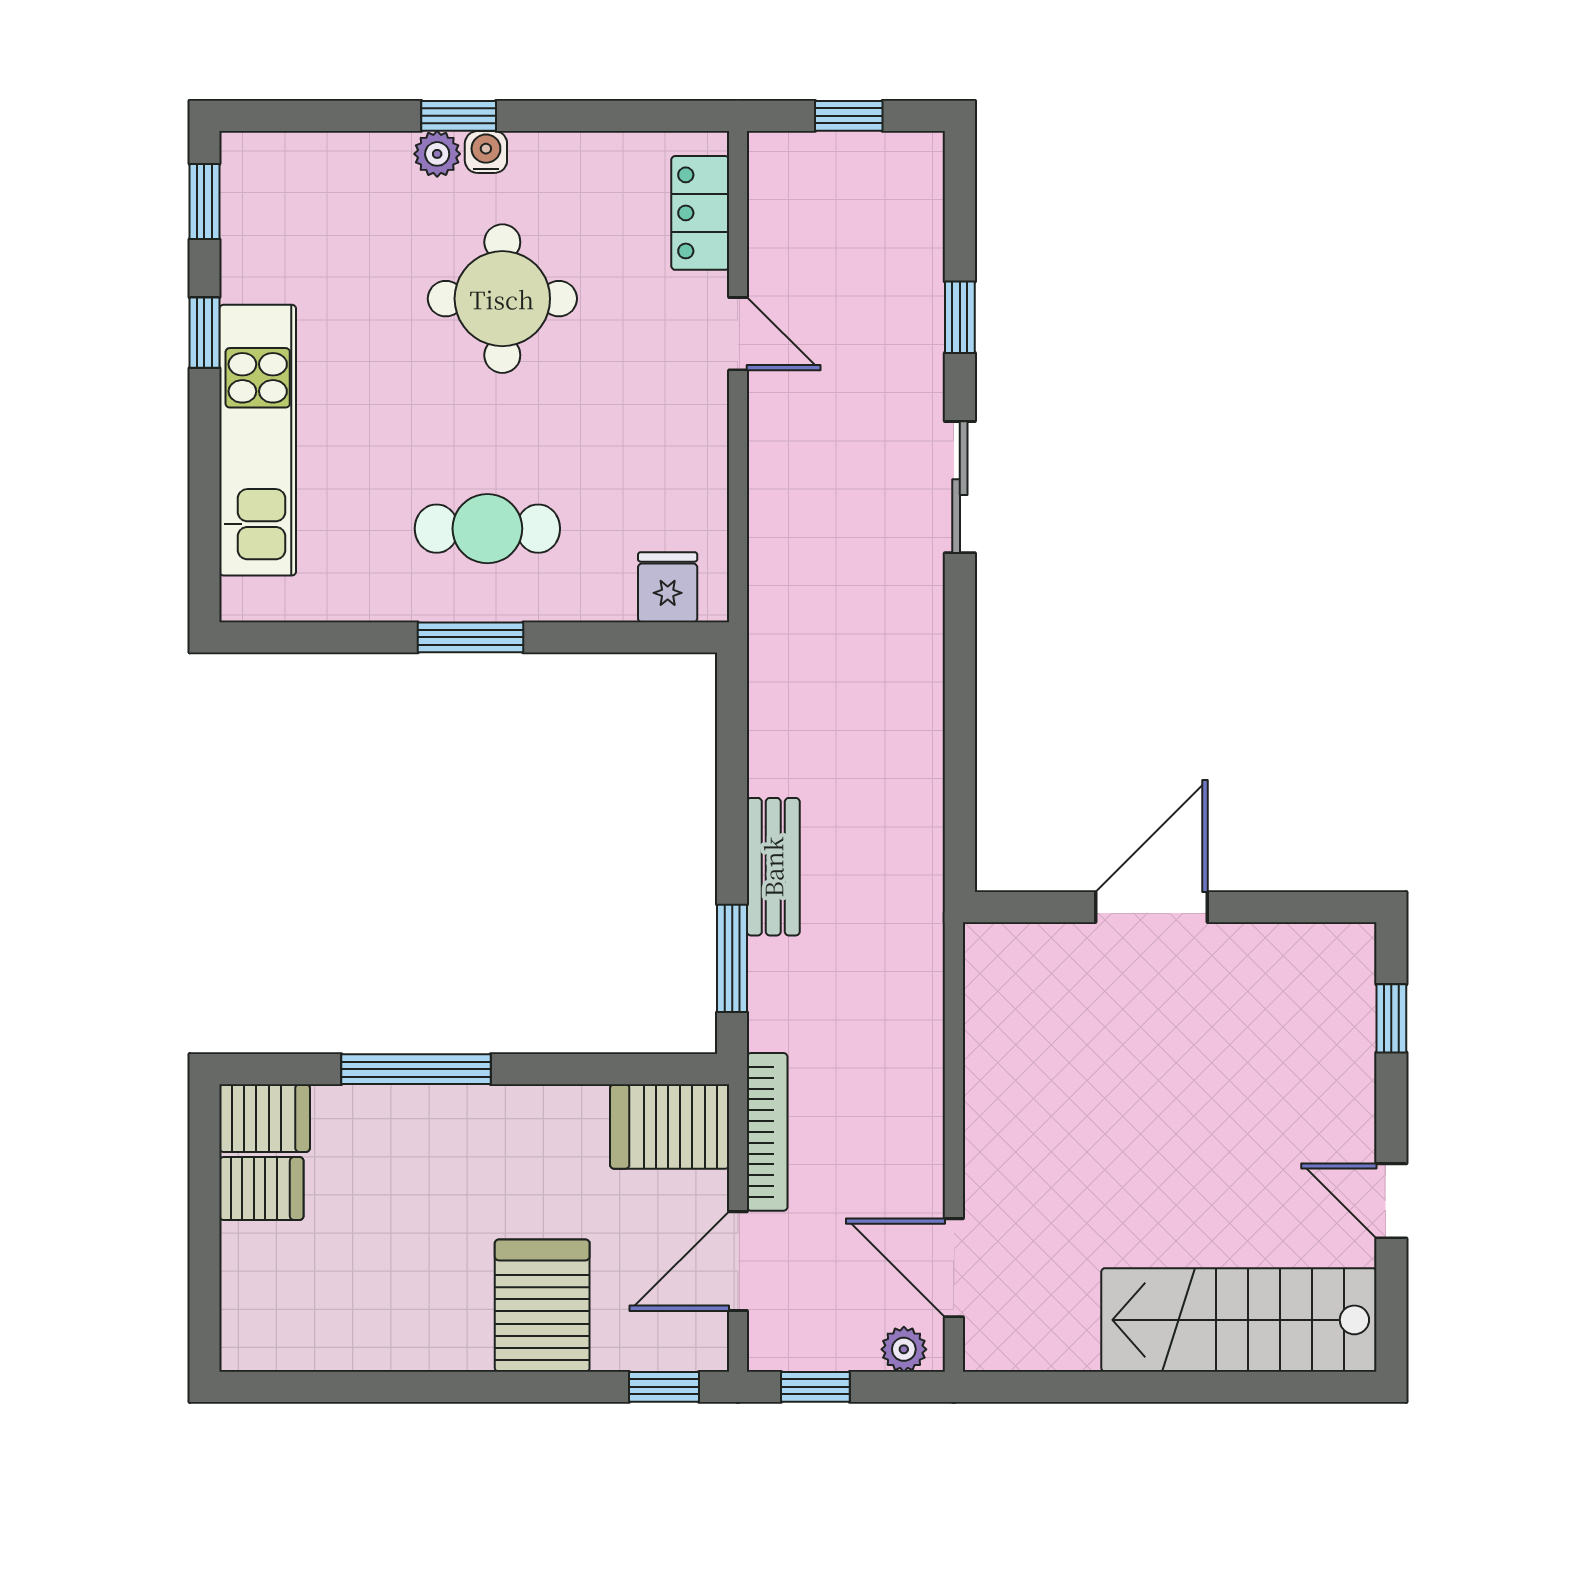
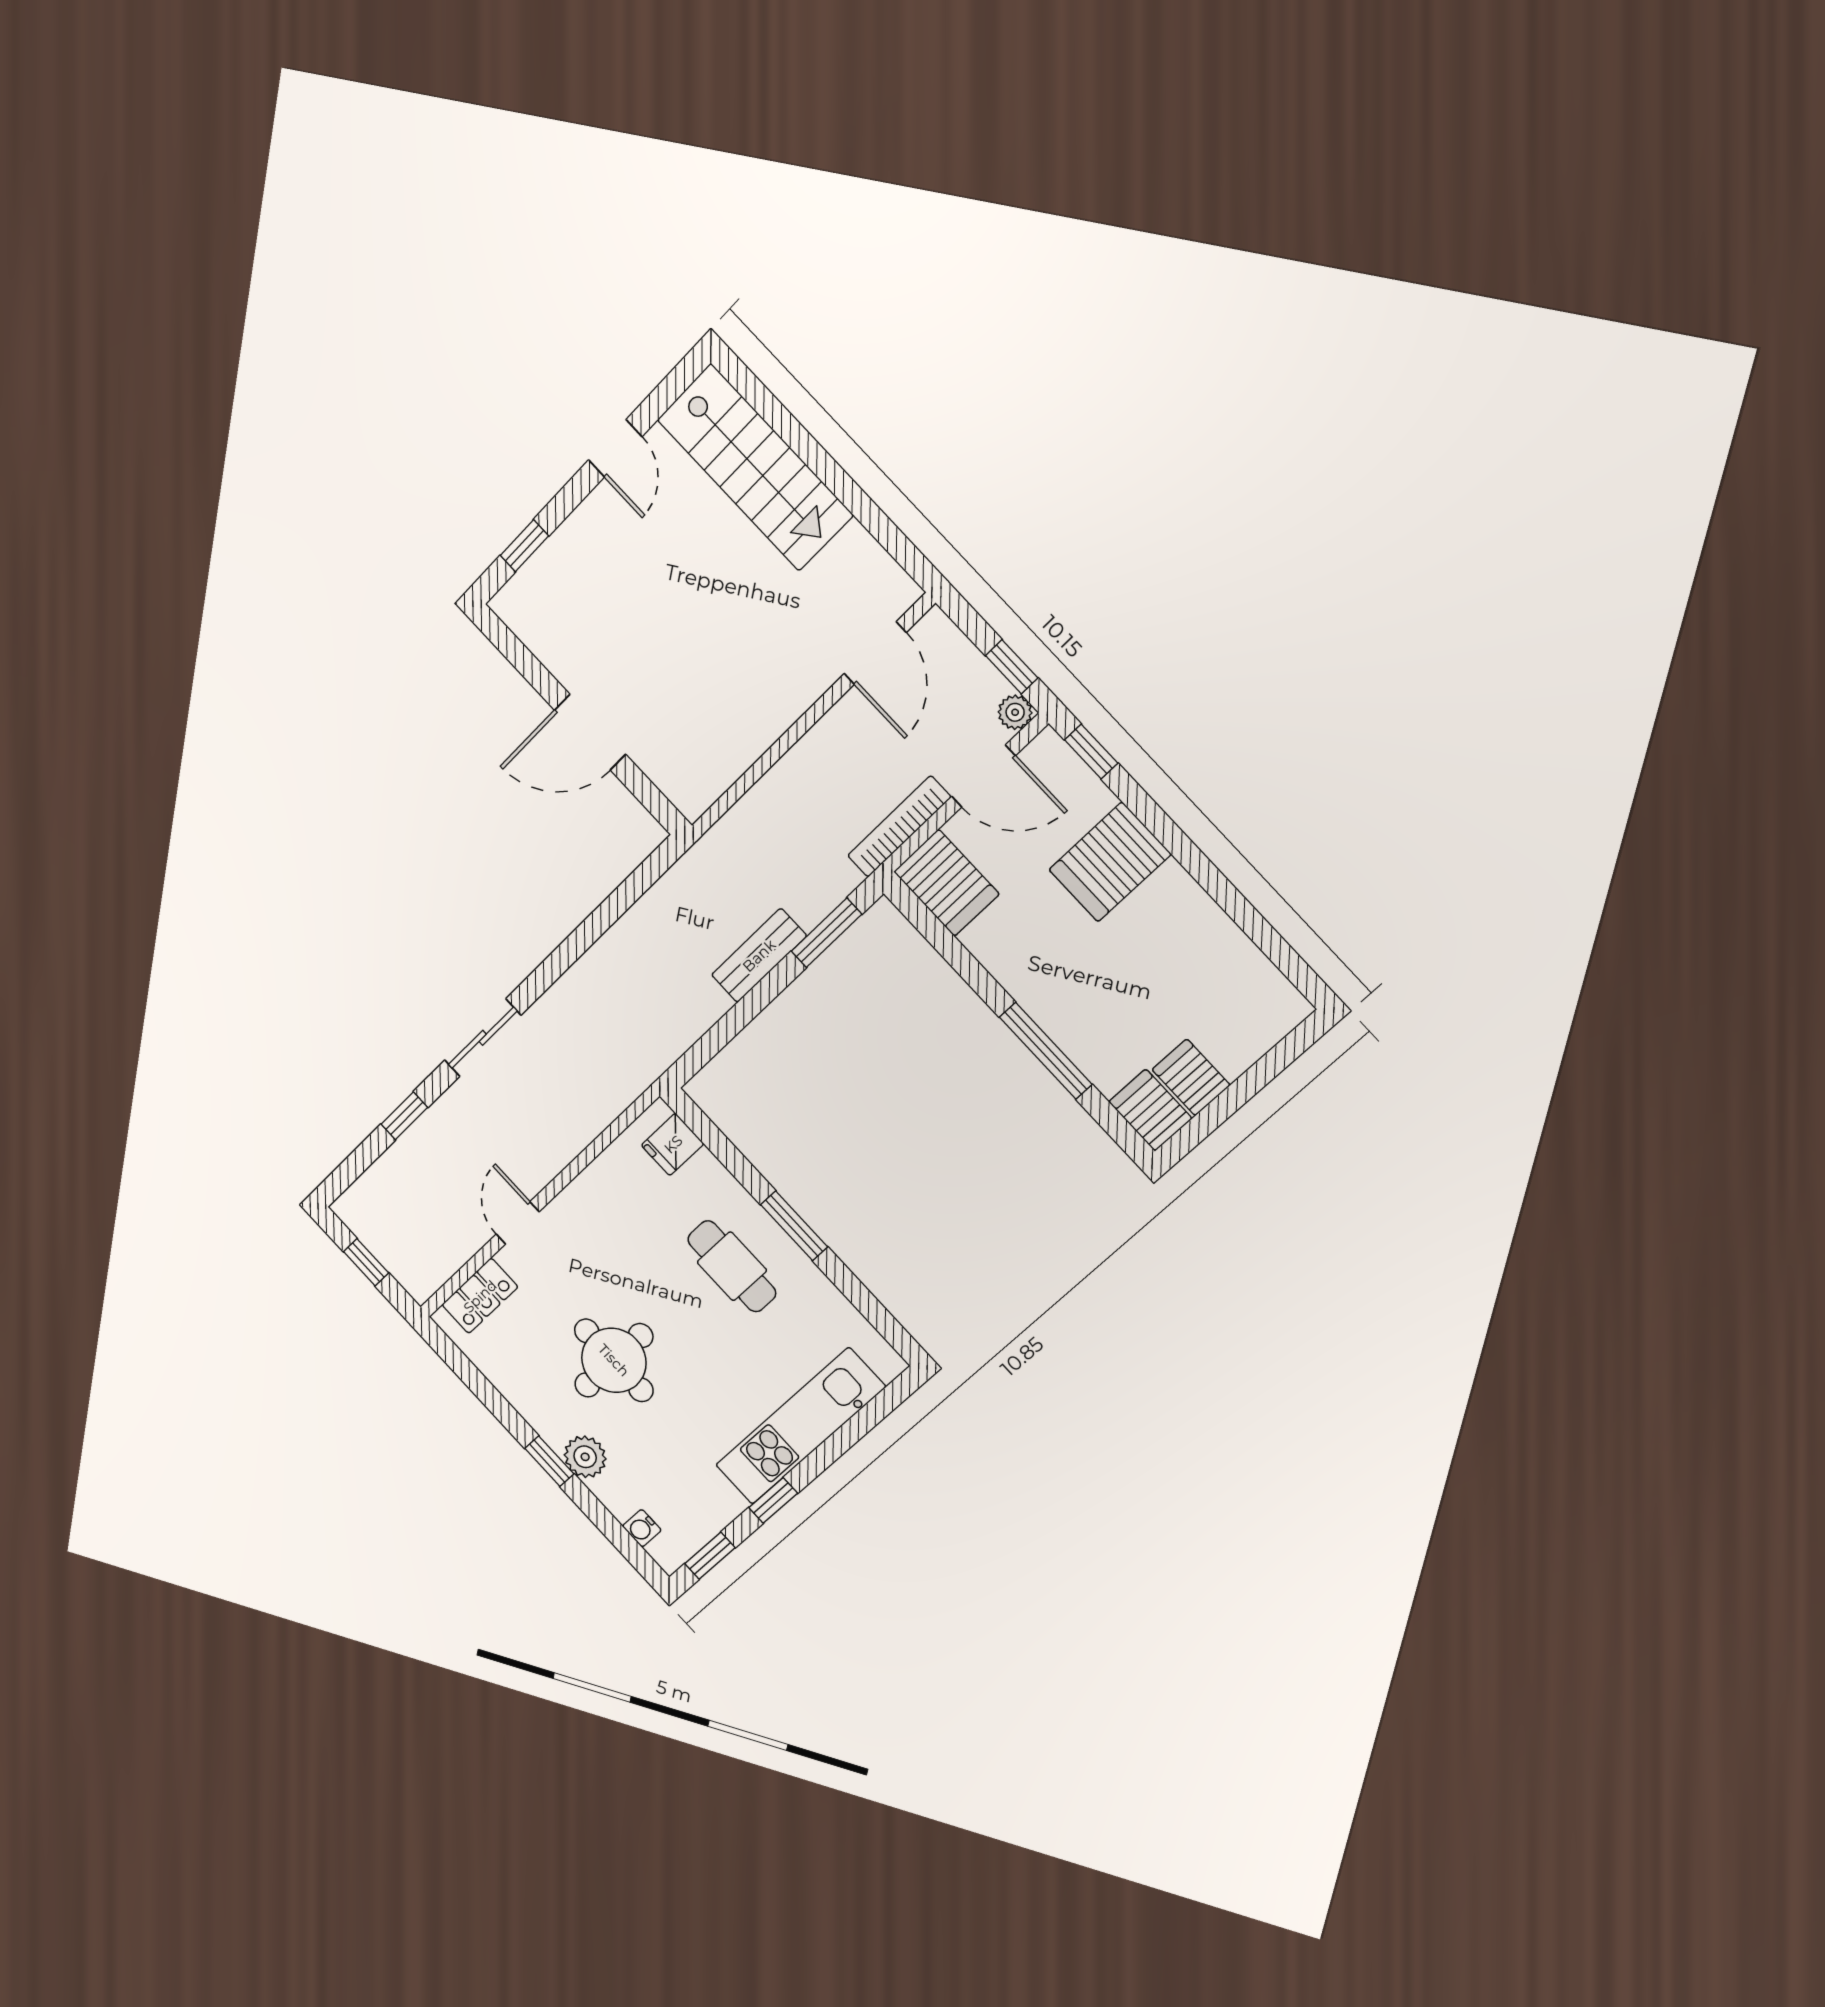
water cooler: (486, 152) -> (642, 1528), moved
plant: (437, 154) -> (585, 1457), width x1.38, depth x1.38
plant: (904, 1349) -> (1015, 712), moved

